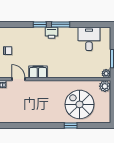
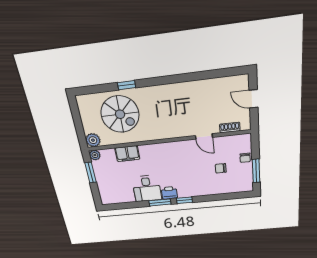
desk: (89, 39) -> (147, 188), moved
filing cabinet: (38, 72) -> (127, 154), moved

